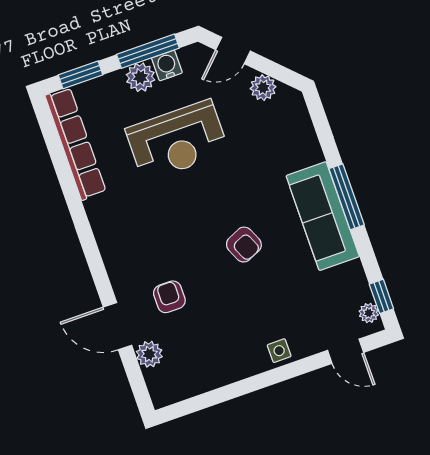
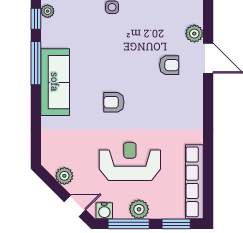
water cooler: (167, 65) -> (104, 211), moved
window: (347, 197) -> (36, 63), moved
armchair: (244, 245) -> (114, 102), moved, turned -66
armchair: (169, 297) -> (169, 65), turned -90

